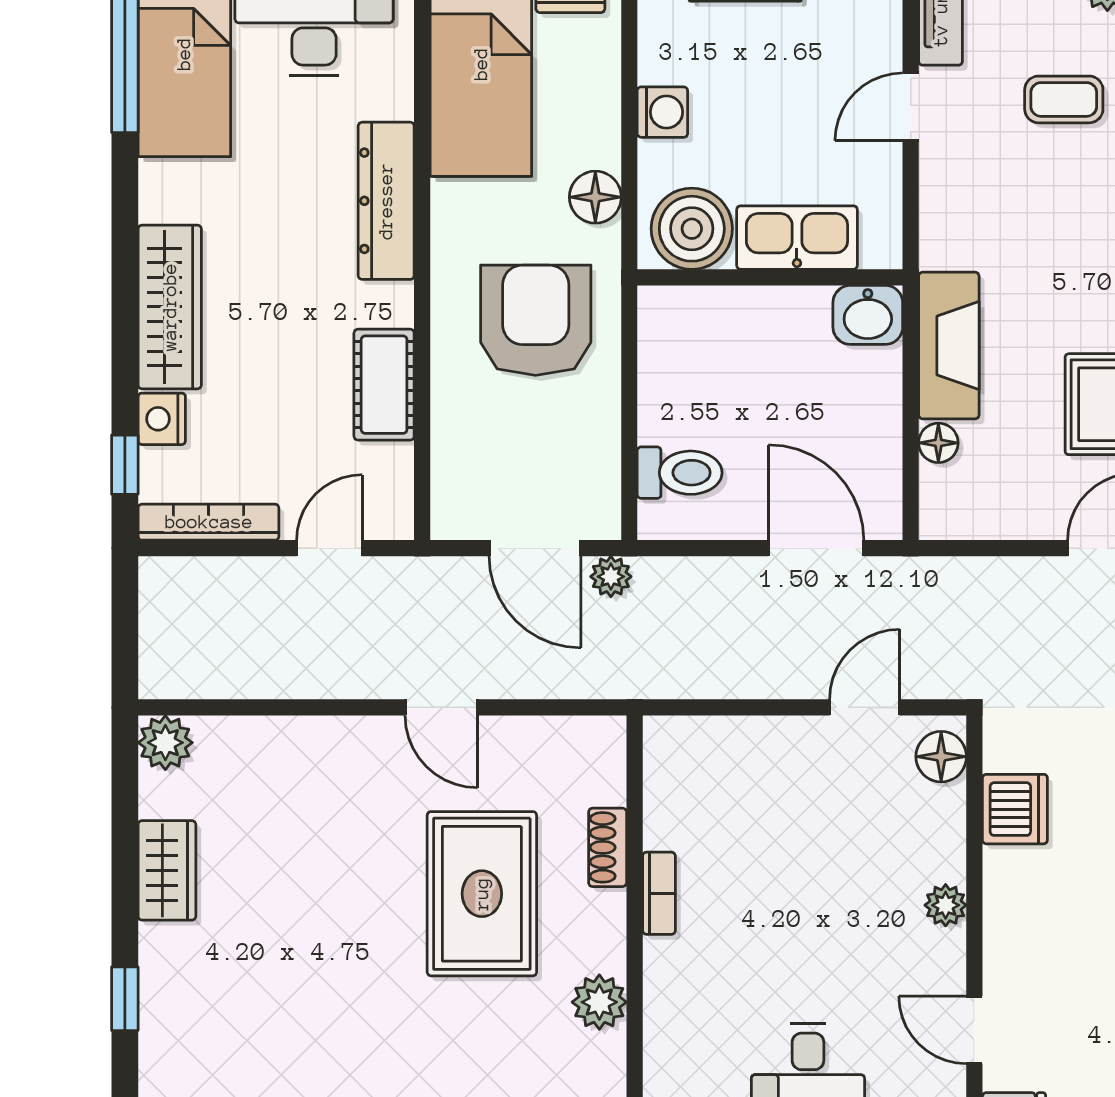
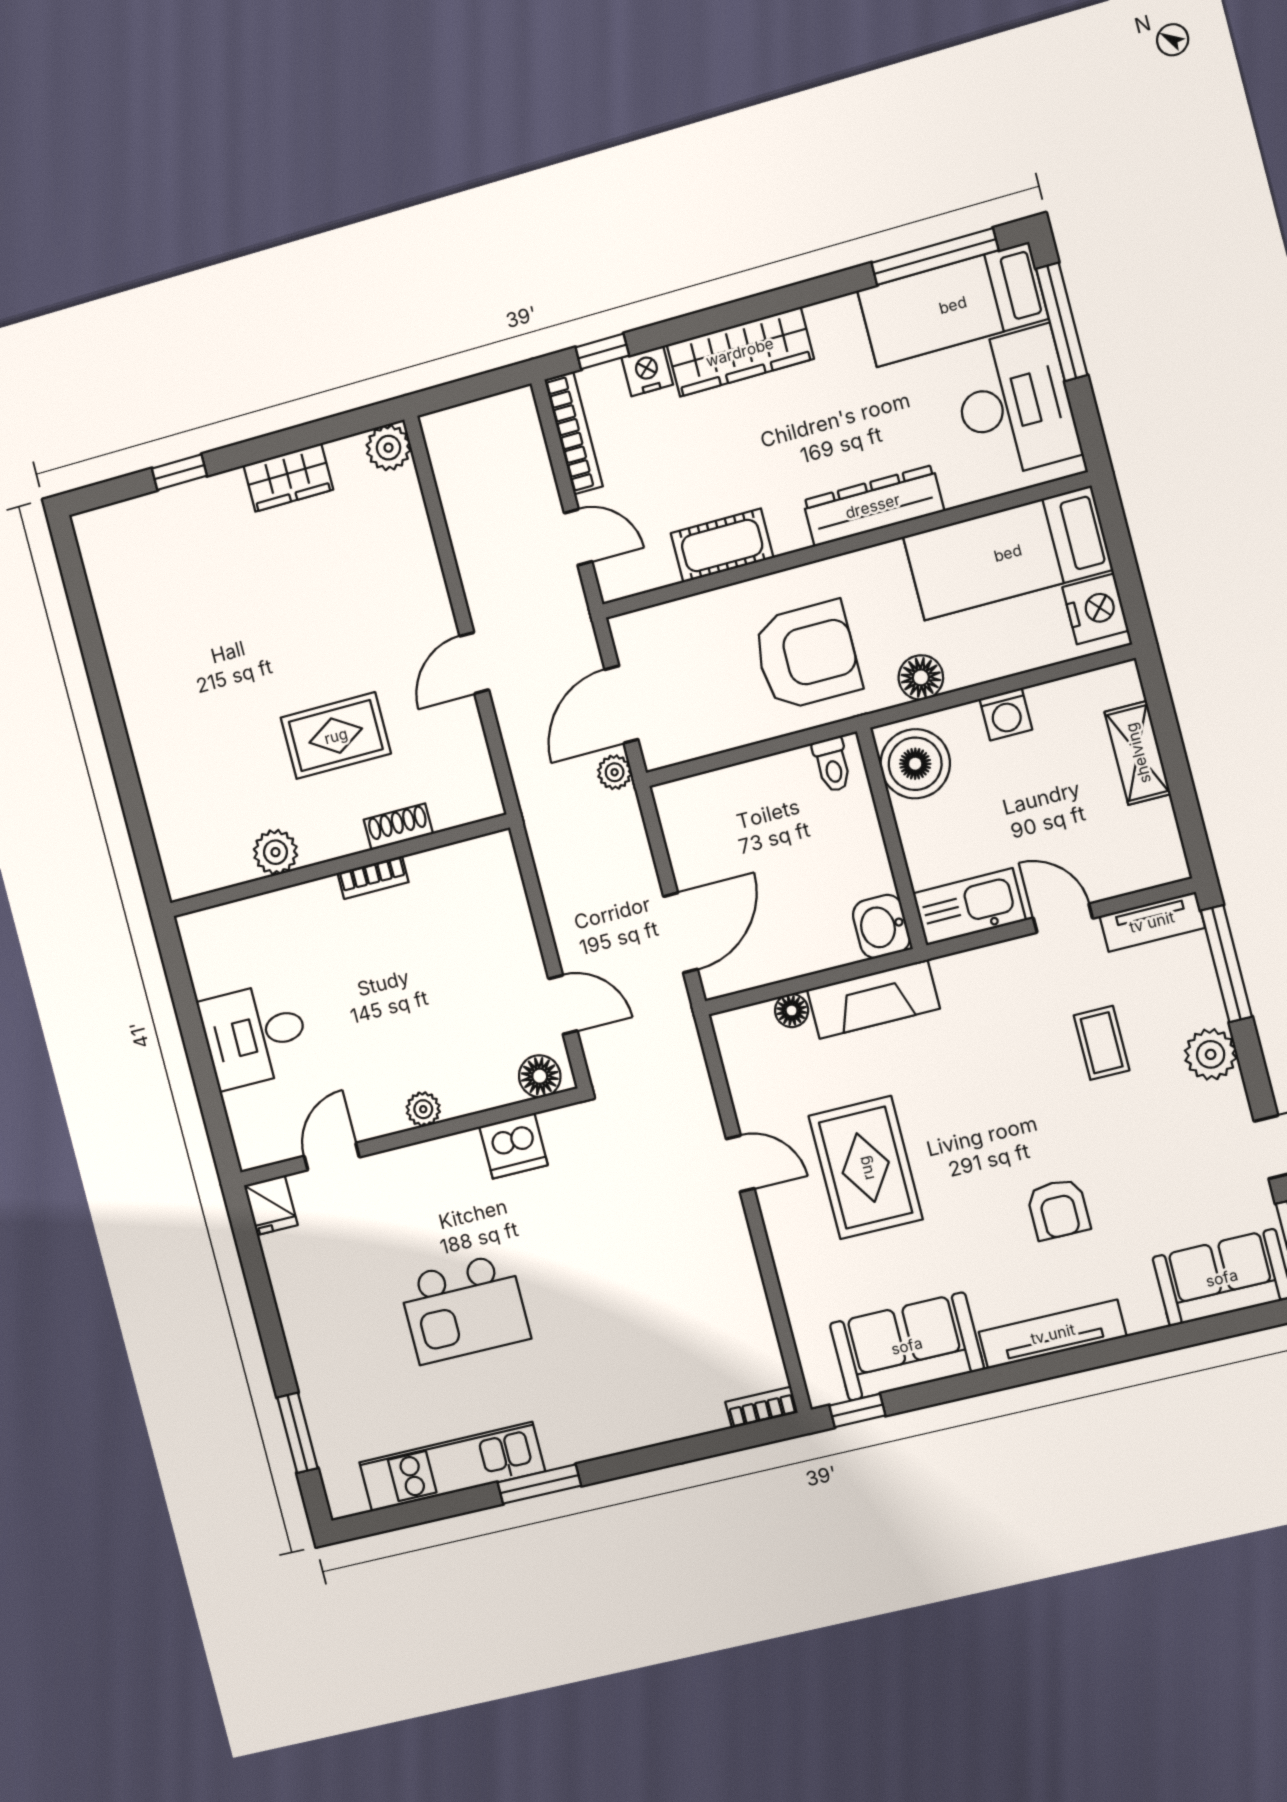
kitchen sink: (797, 238) -> (969, 907), moved, turned -90
toilet: (680, 473) -> (832, 765), moved, width x0.73, depth x0.72
rug: (482, 894) -> (336, 736), width x0.73, depth x0.70

